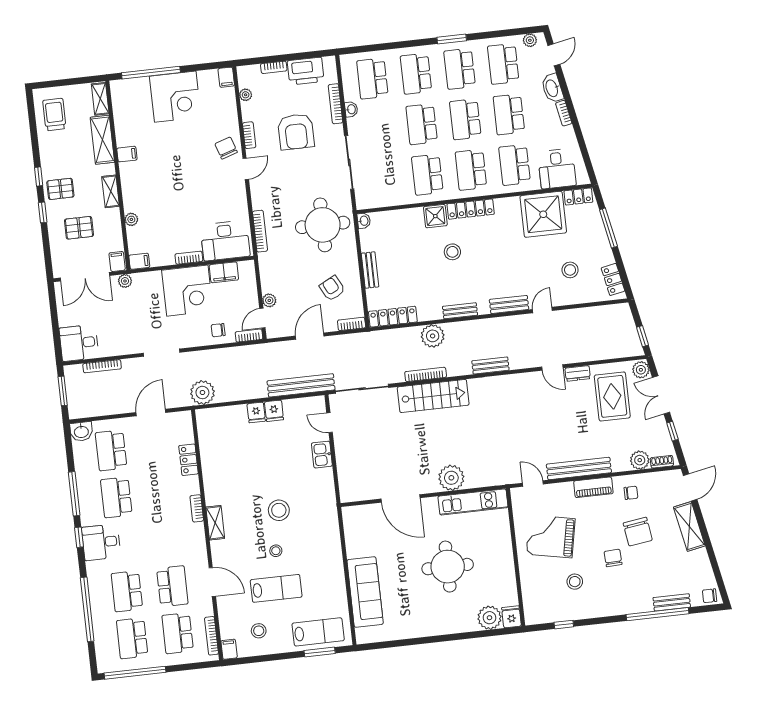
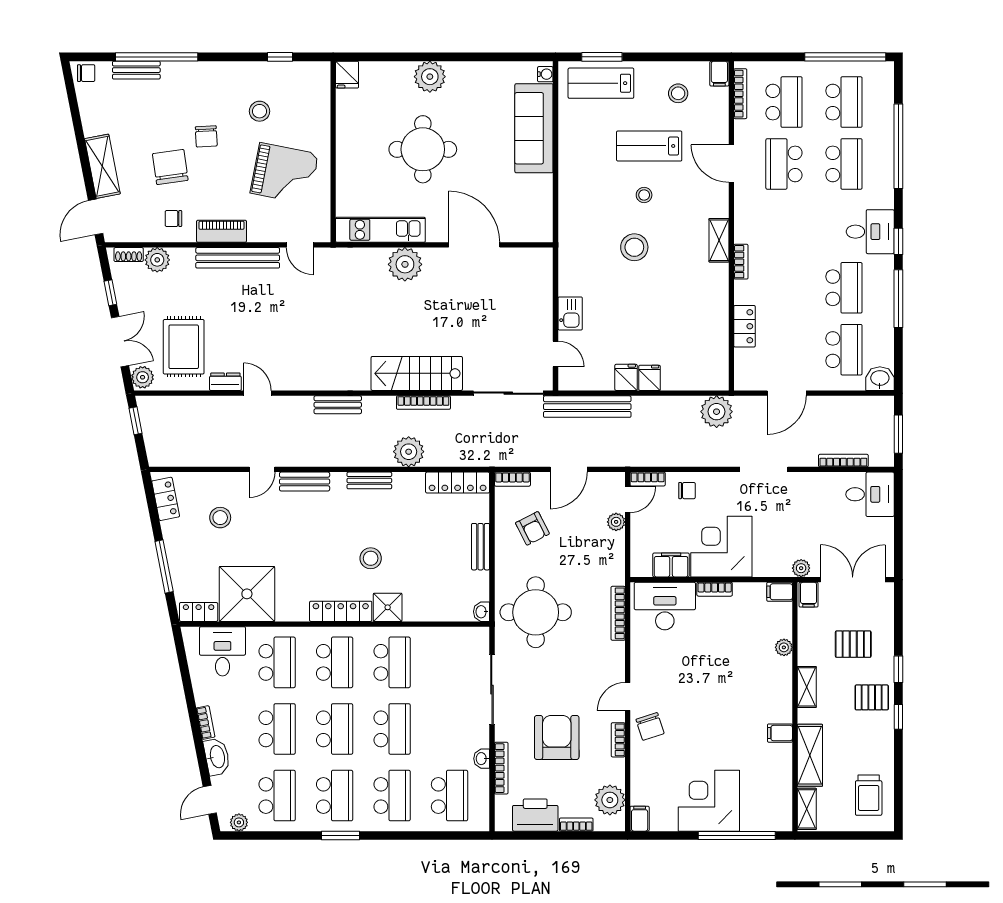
plant: (246, 95) -> (610, 800), width x1.88, depth x1.88
plant: (489, 618) -> (430, 77), moved
water cooler: (361, 634) -> (545, 74), added

